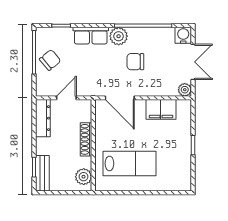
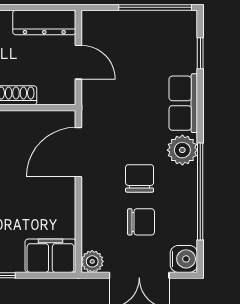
chair: (50, 60) -> (141, 222), moved, turned -50
filing cabinet: (161, 109) -> (50, 256), moved, turned 90

